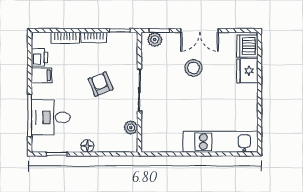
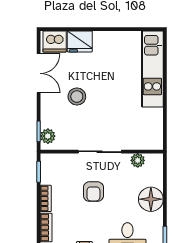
double door: (200, 31) -> (39, 73), moved
armchair: (101, 84) -> (93, 192), turned -68
floor lamp: (87, 146) -> (151, 199), width x1.89, depth x1.89

